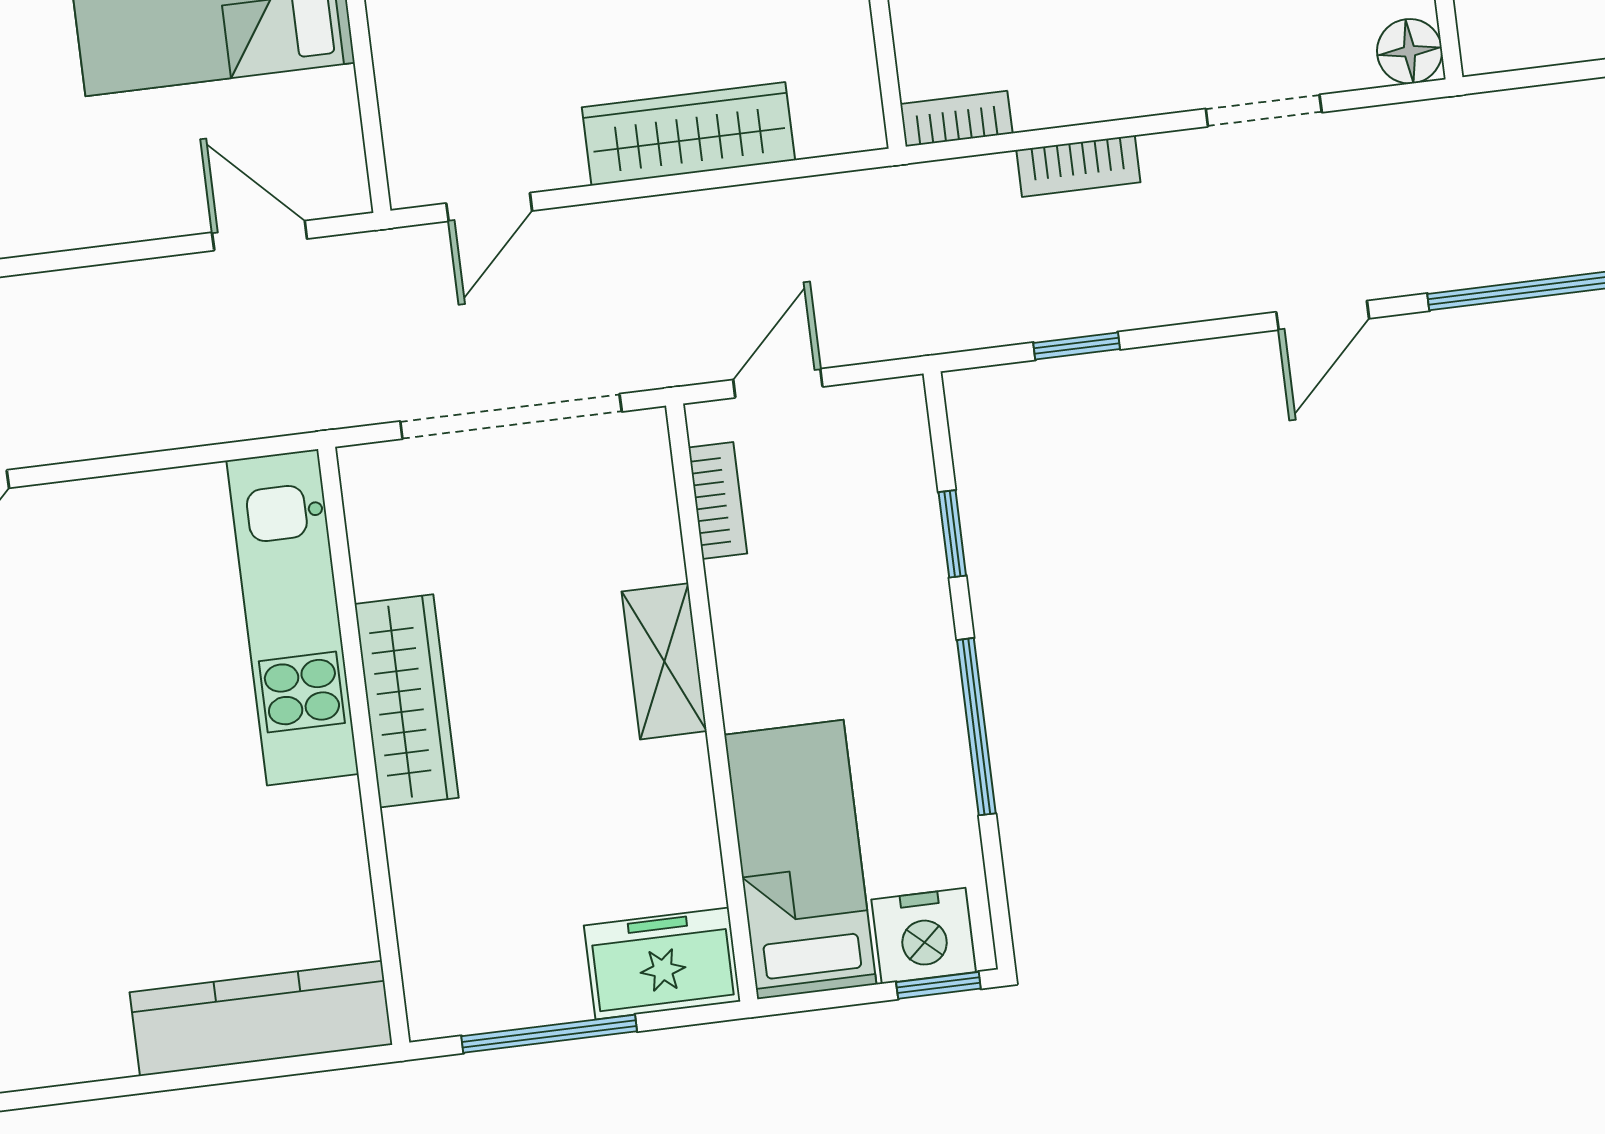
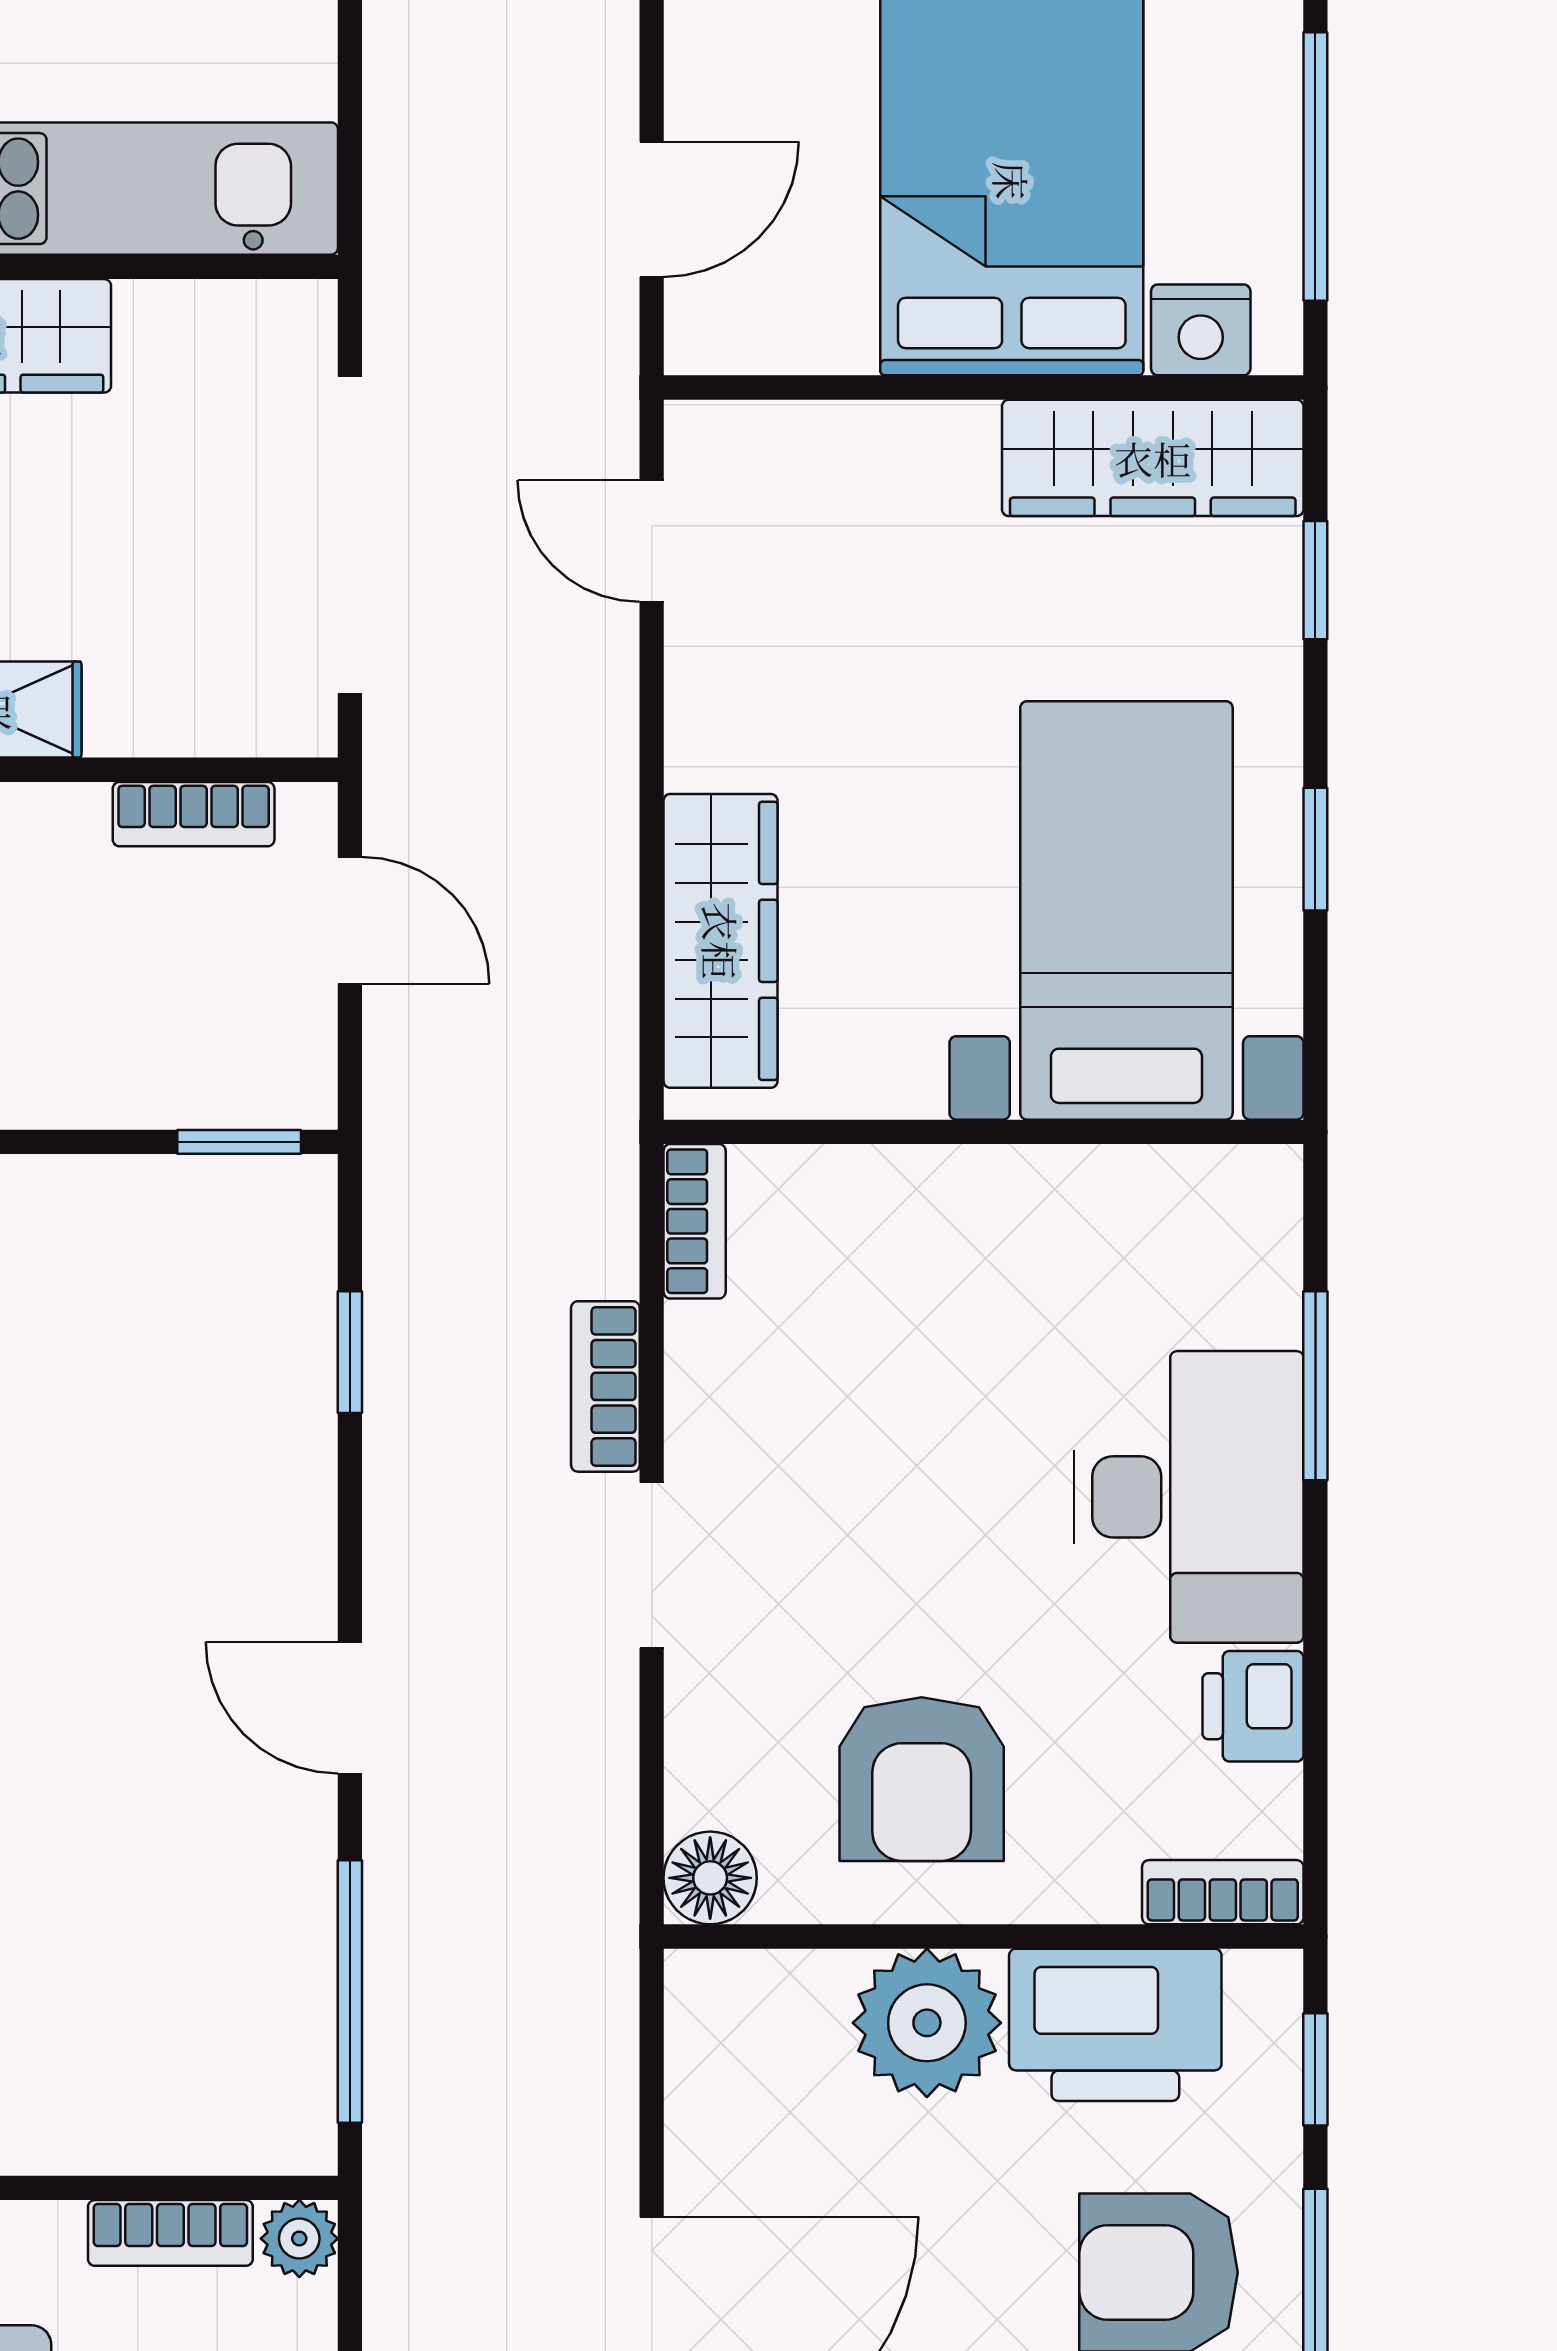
doorway: (1264, 111) -> (652, 1565), moved
wardrobe: (688, 134) -> (721, 941), moved
window: (952, 534) -> (239, 1142), moved

